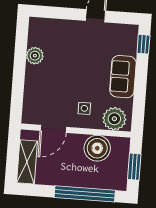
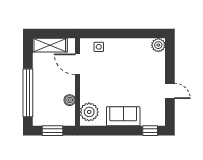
plant: (35, 56) -> (158, 45), moved
side table: (84, 108) -> (99, 47), moved
boiler: (97, 148) -> (70, 100), width x0.54, depth x0.54

